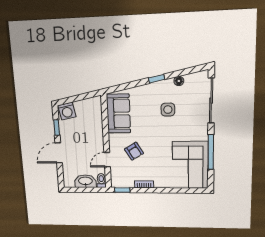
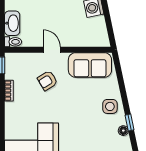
window: (157, 79) -> (130, 122), moved
side table: (168, 110) -> (110, 106), moved
door: (107, 160) -> (52, 50), moved

